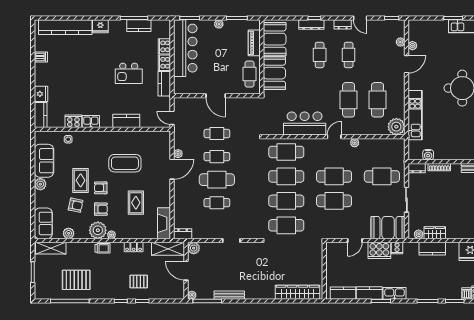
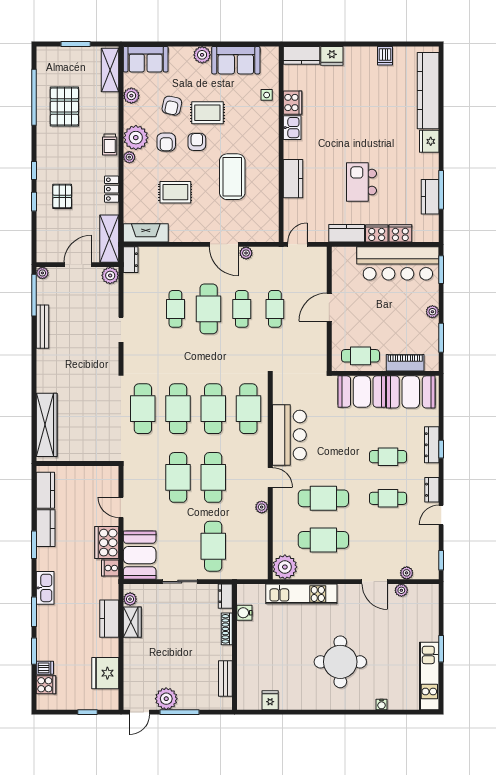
kitchen sink: (395, 293) -> (45, 588), moved

